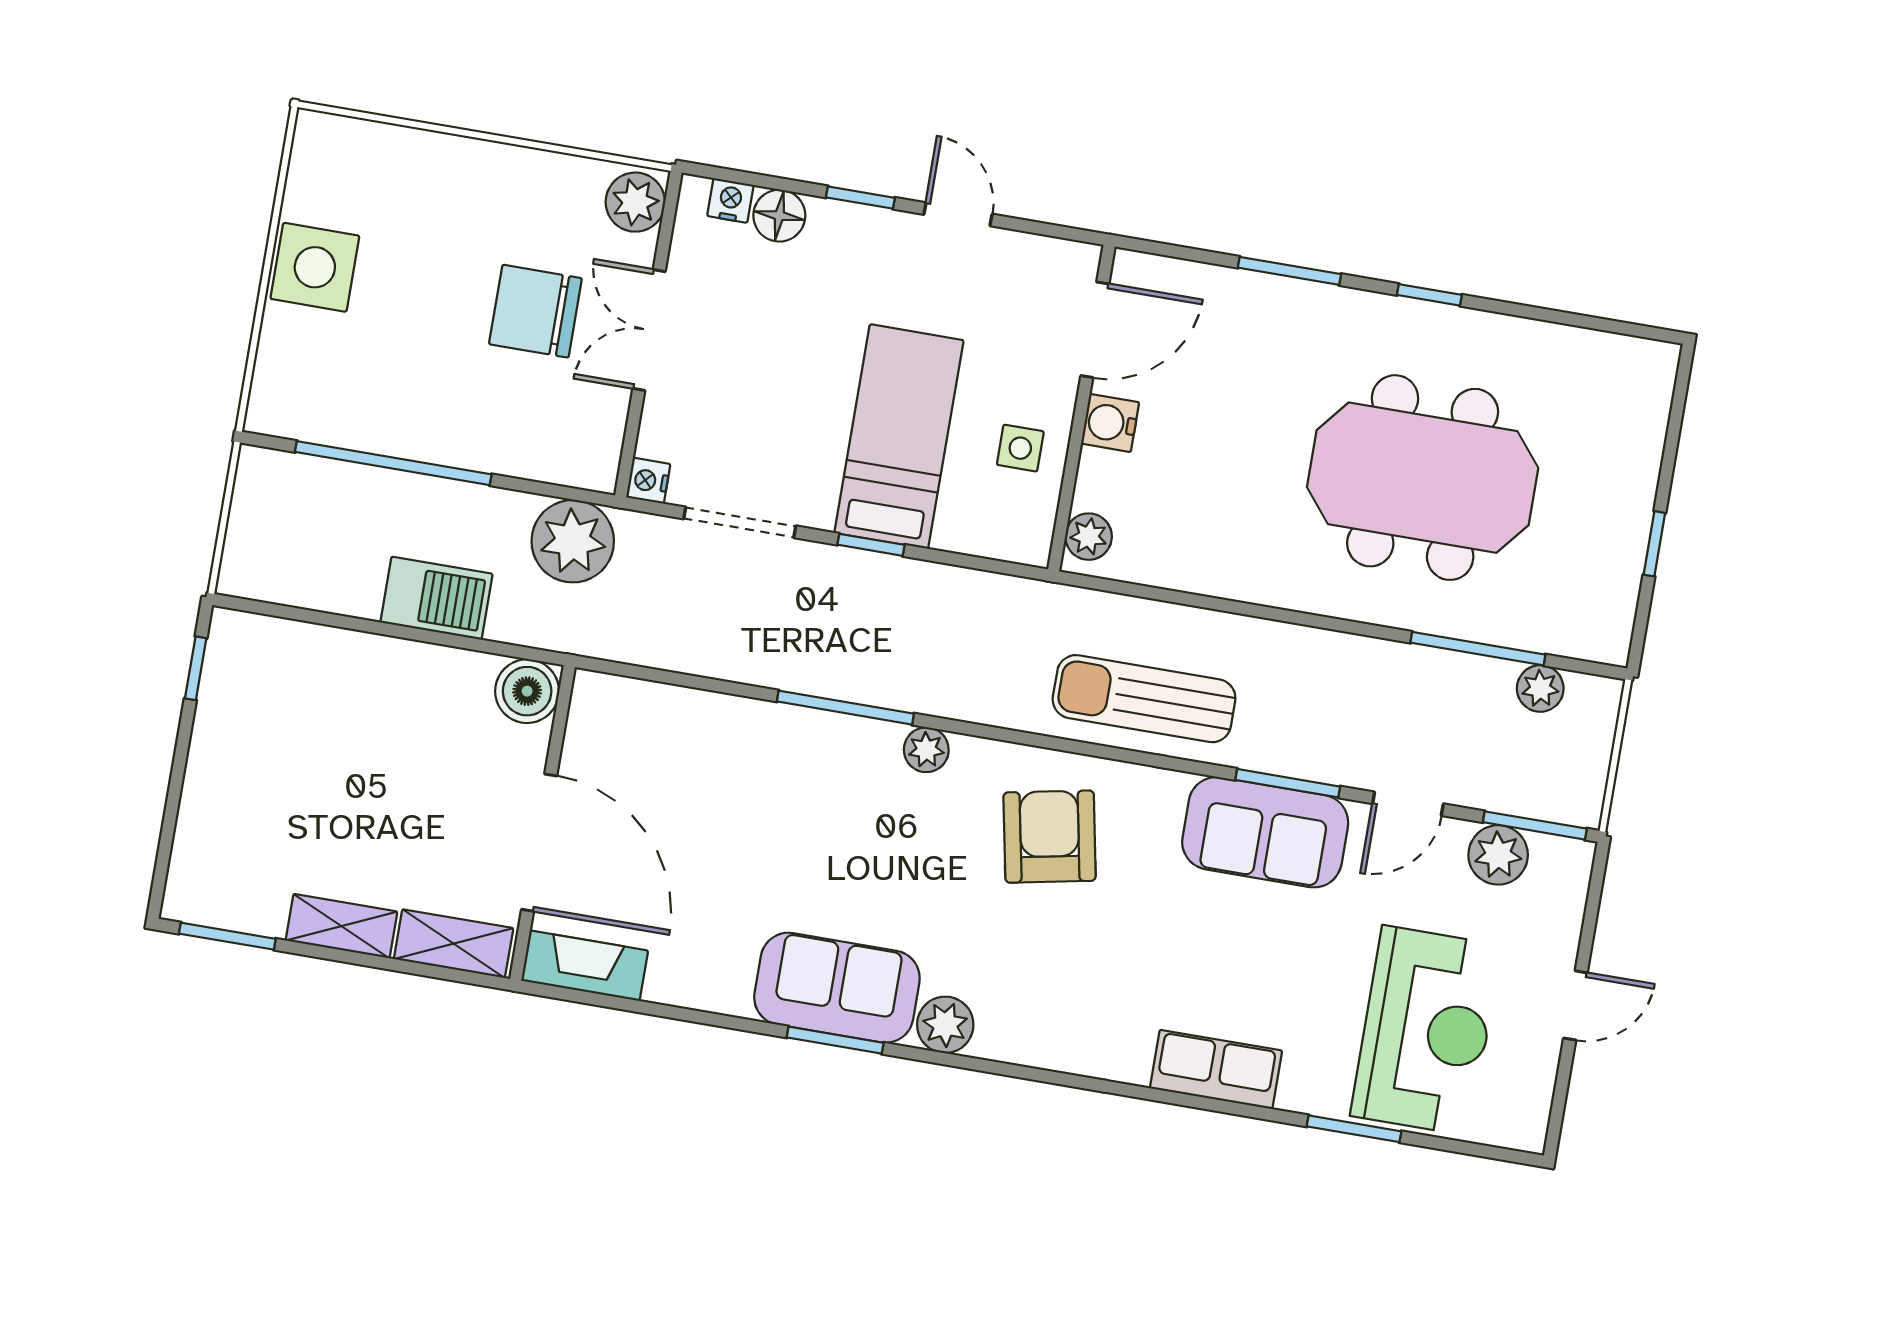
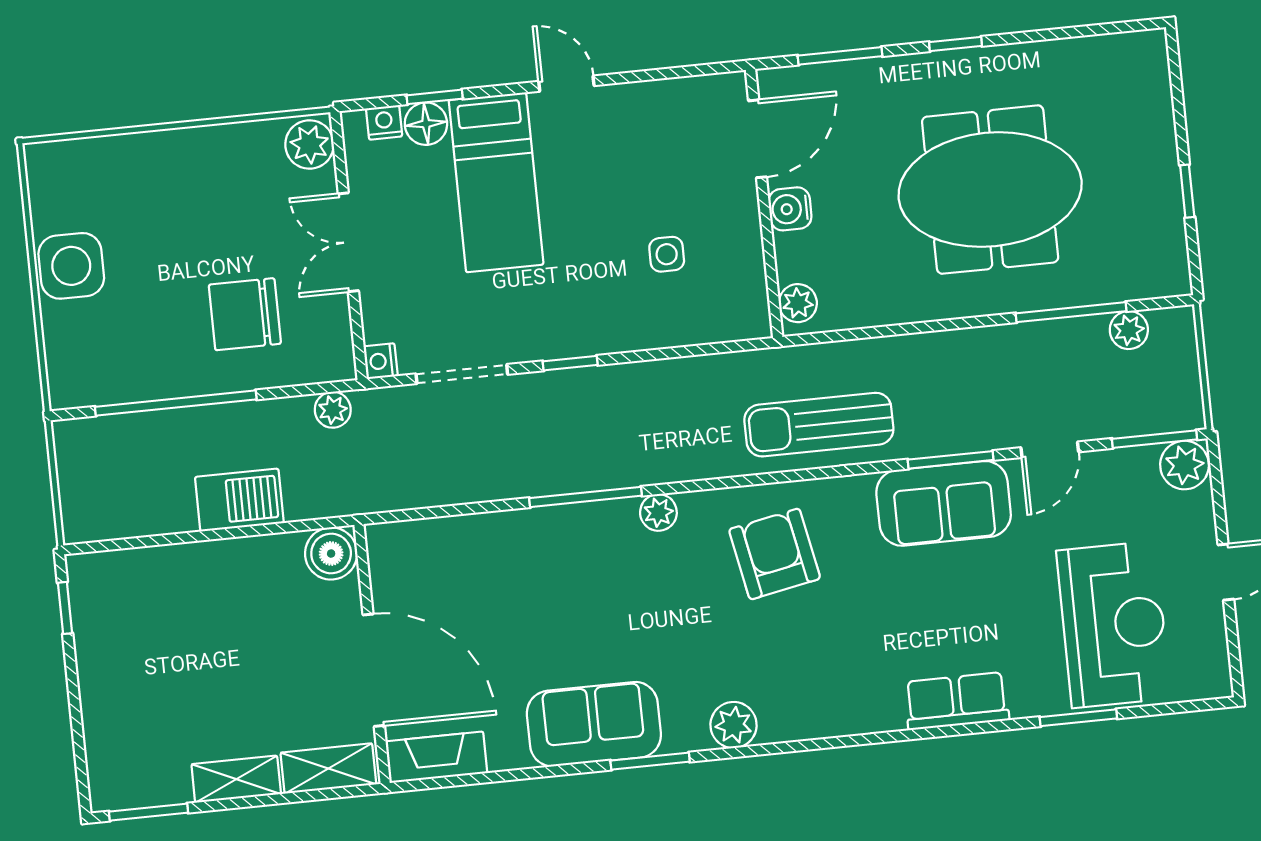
window: (860, 198) -> (435, 97), moved
chair: (535, 311) -> (245, 314), moved
door: (1095, 330) -> (758, 139), moved
wall: (1081, 408) -> (764, 203), moved
water cooler: (1110, 423) -> (790, 209), moved
bed: (899, 437) -> (496, 182), moved, turned 180
plant: (1089, 537) -> (798, 303), moved
plant: (573, 541) -> (333, 410), width x0.53, depth x0.53
plant: (1498, 855) -> (1184, 465), moved
sofa: (837, 988) -> (594, 724), moved

